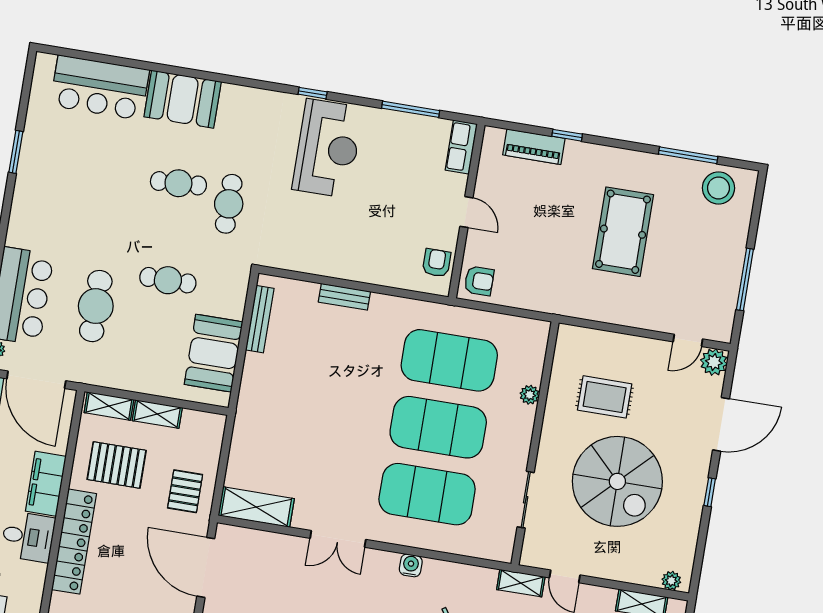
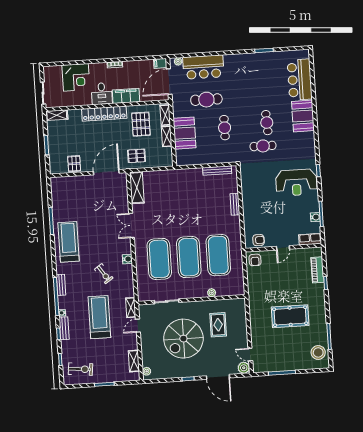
water cooler: (415, 124) -> (315, 217), added
booth: (214, 353) -> (185, 133), moved, turned 90

